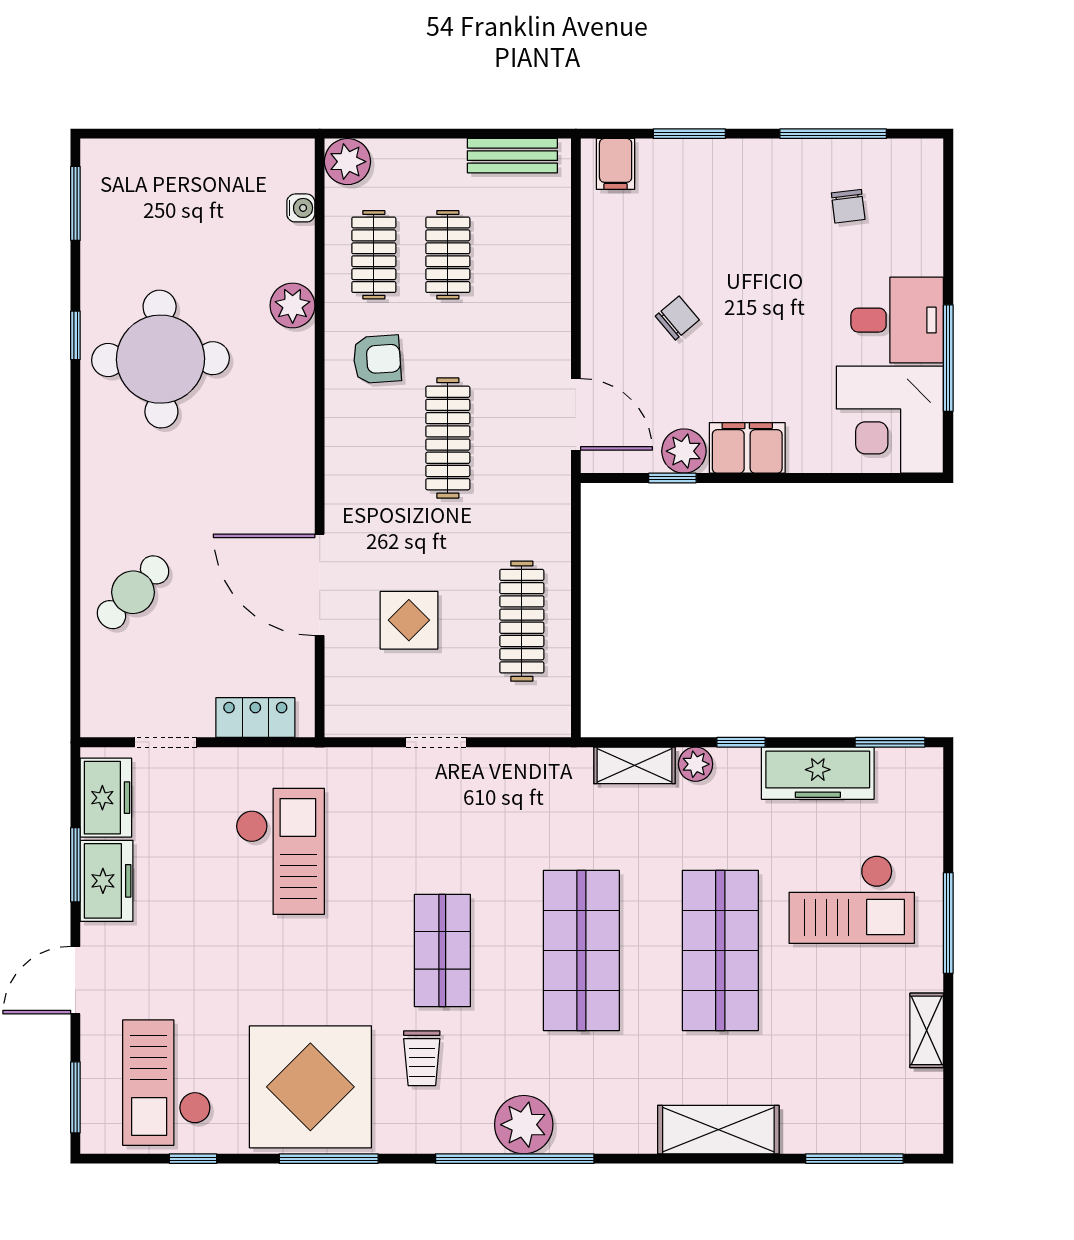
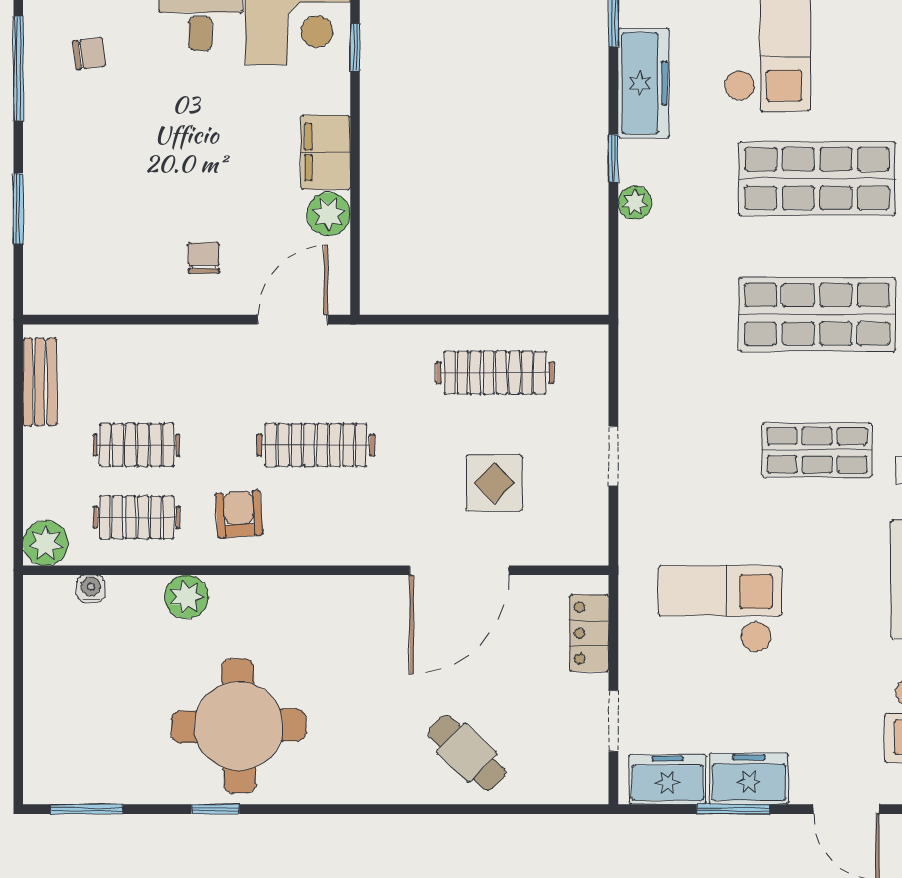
filing cabinet: (616, 164) -> (48, 281), removed
chair: (677, 318) -> (204, 258), moved, turned 40
window: (672, 478) -> (355, 47), moved
shelving: (634, 765) -> (636, 262), removed

